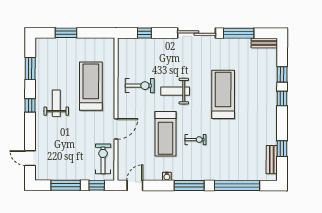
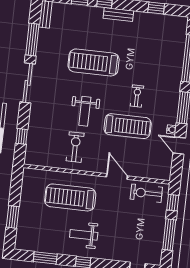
bench: (272, 160) -> (118, 15), moved
door: (135, 185) -> (179, 146), moved

